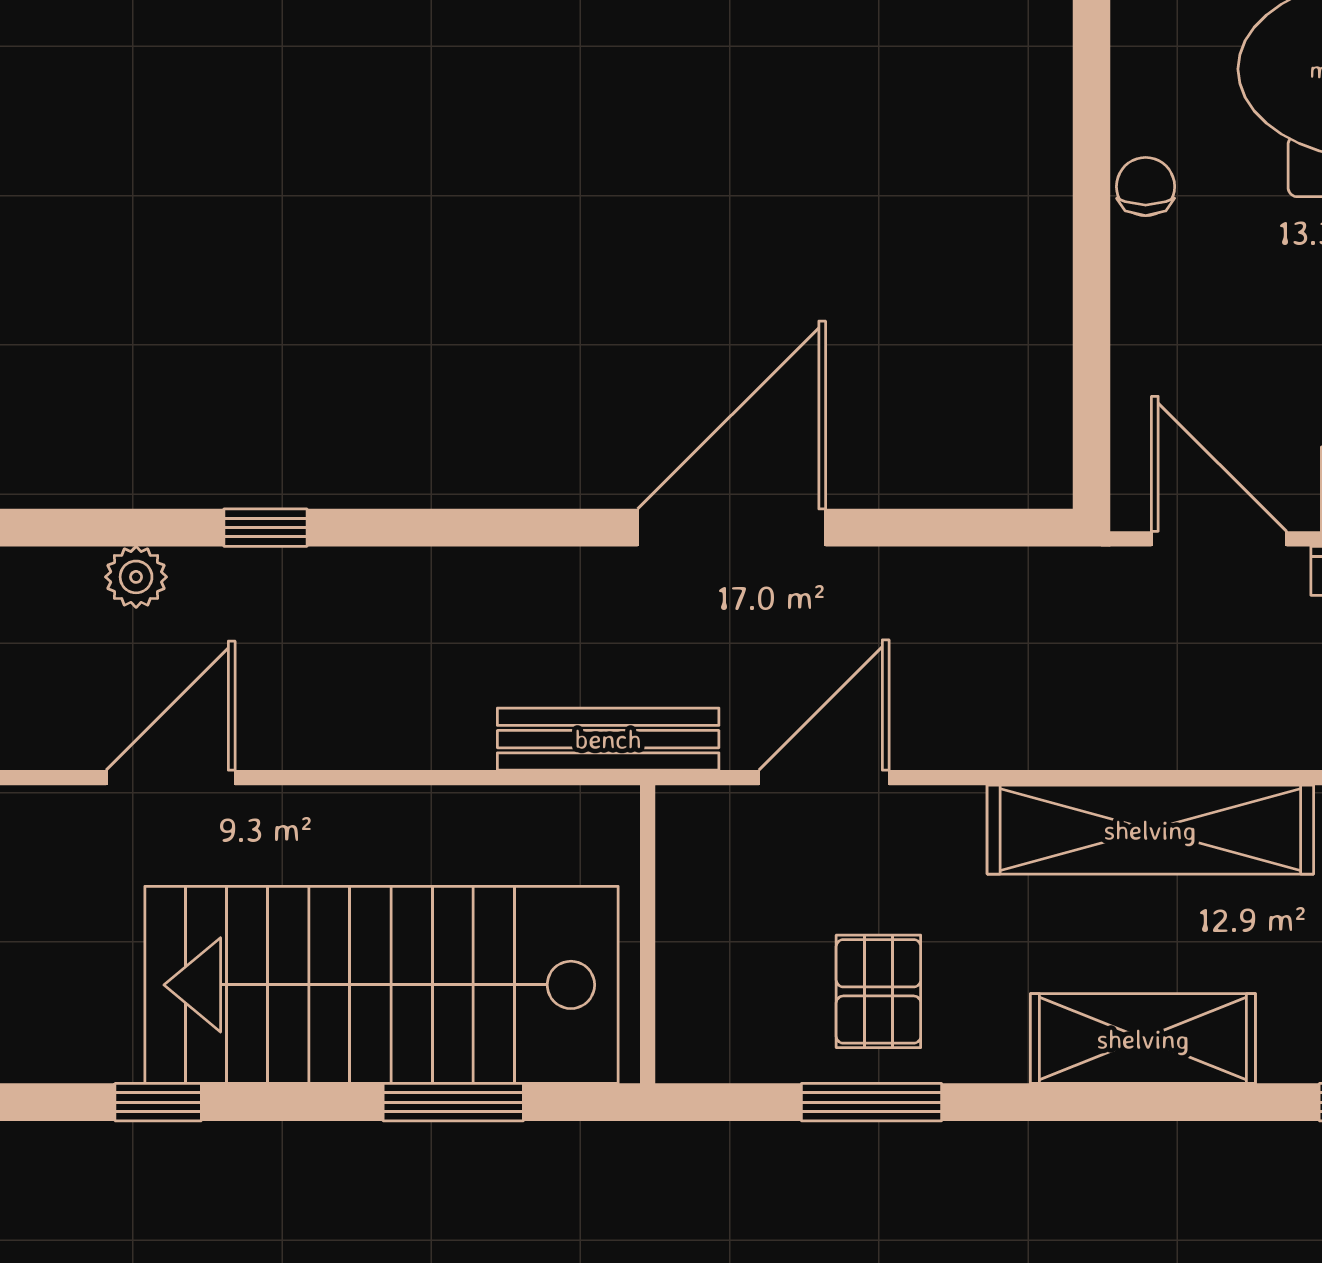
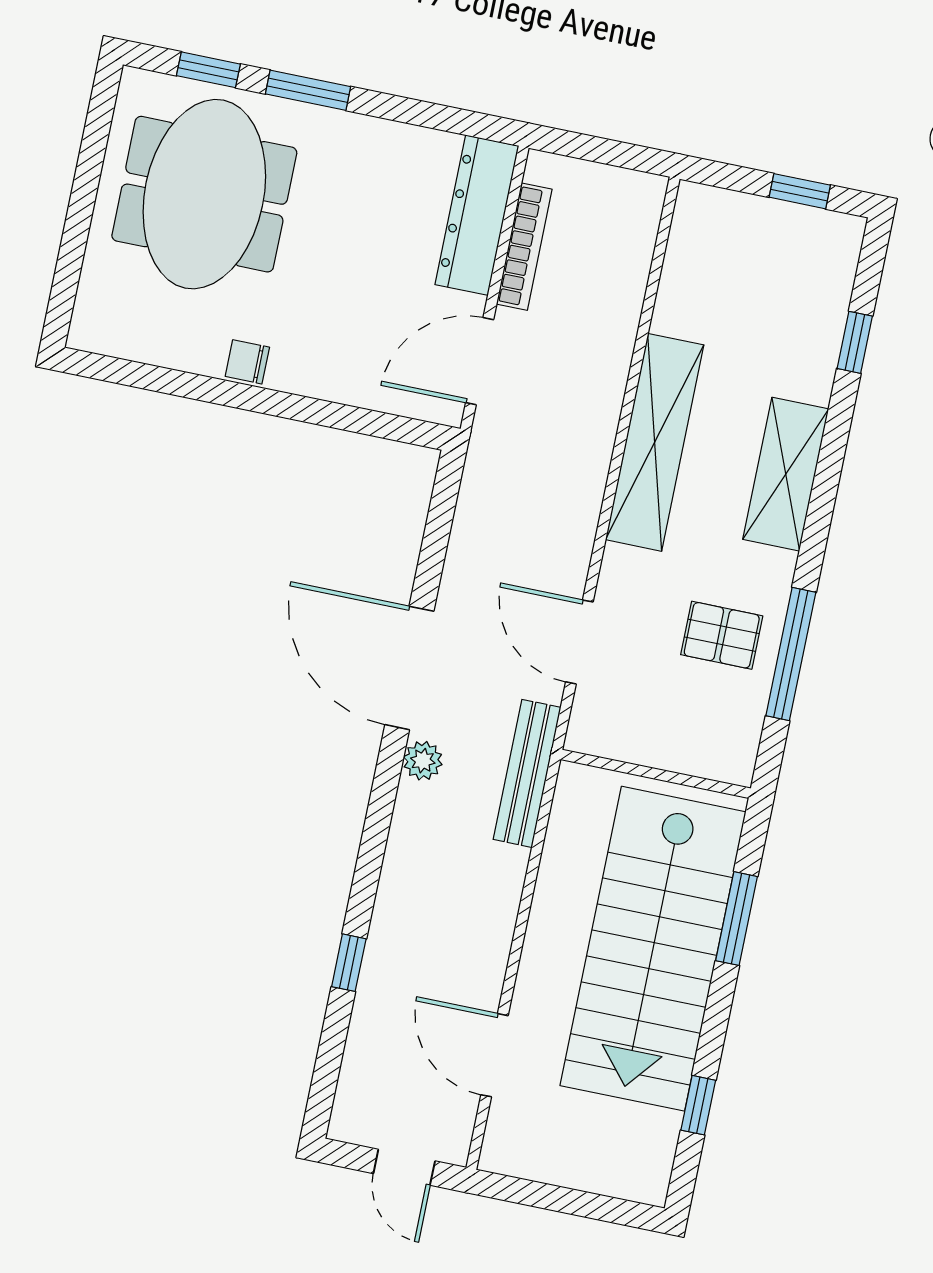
plant: (136, 577) -> (423, 761), moved
window: (872, 1102) -> (791, 654), width x1.44

